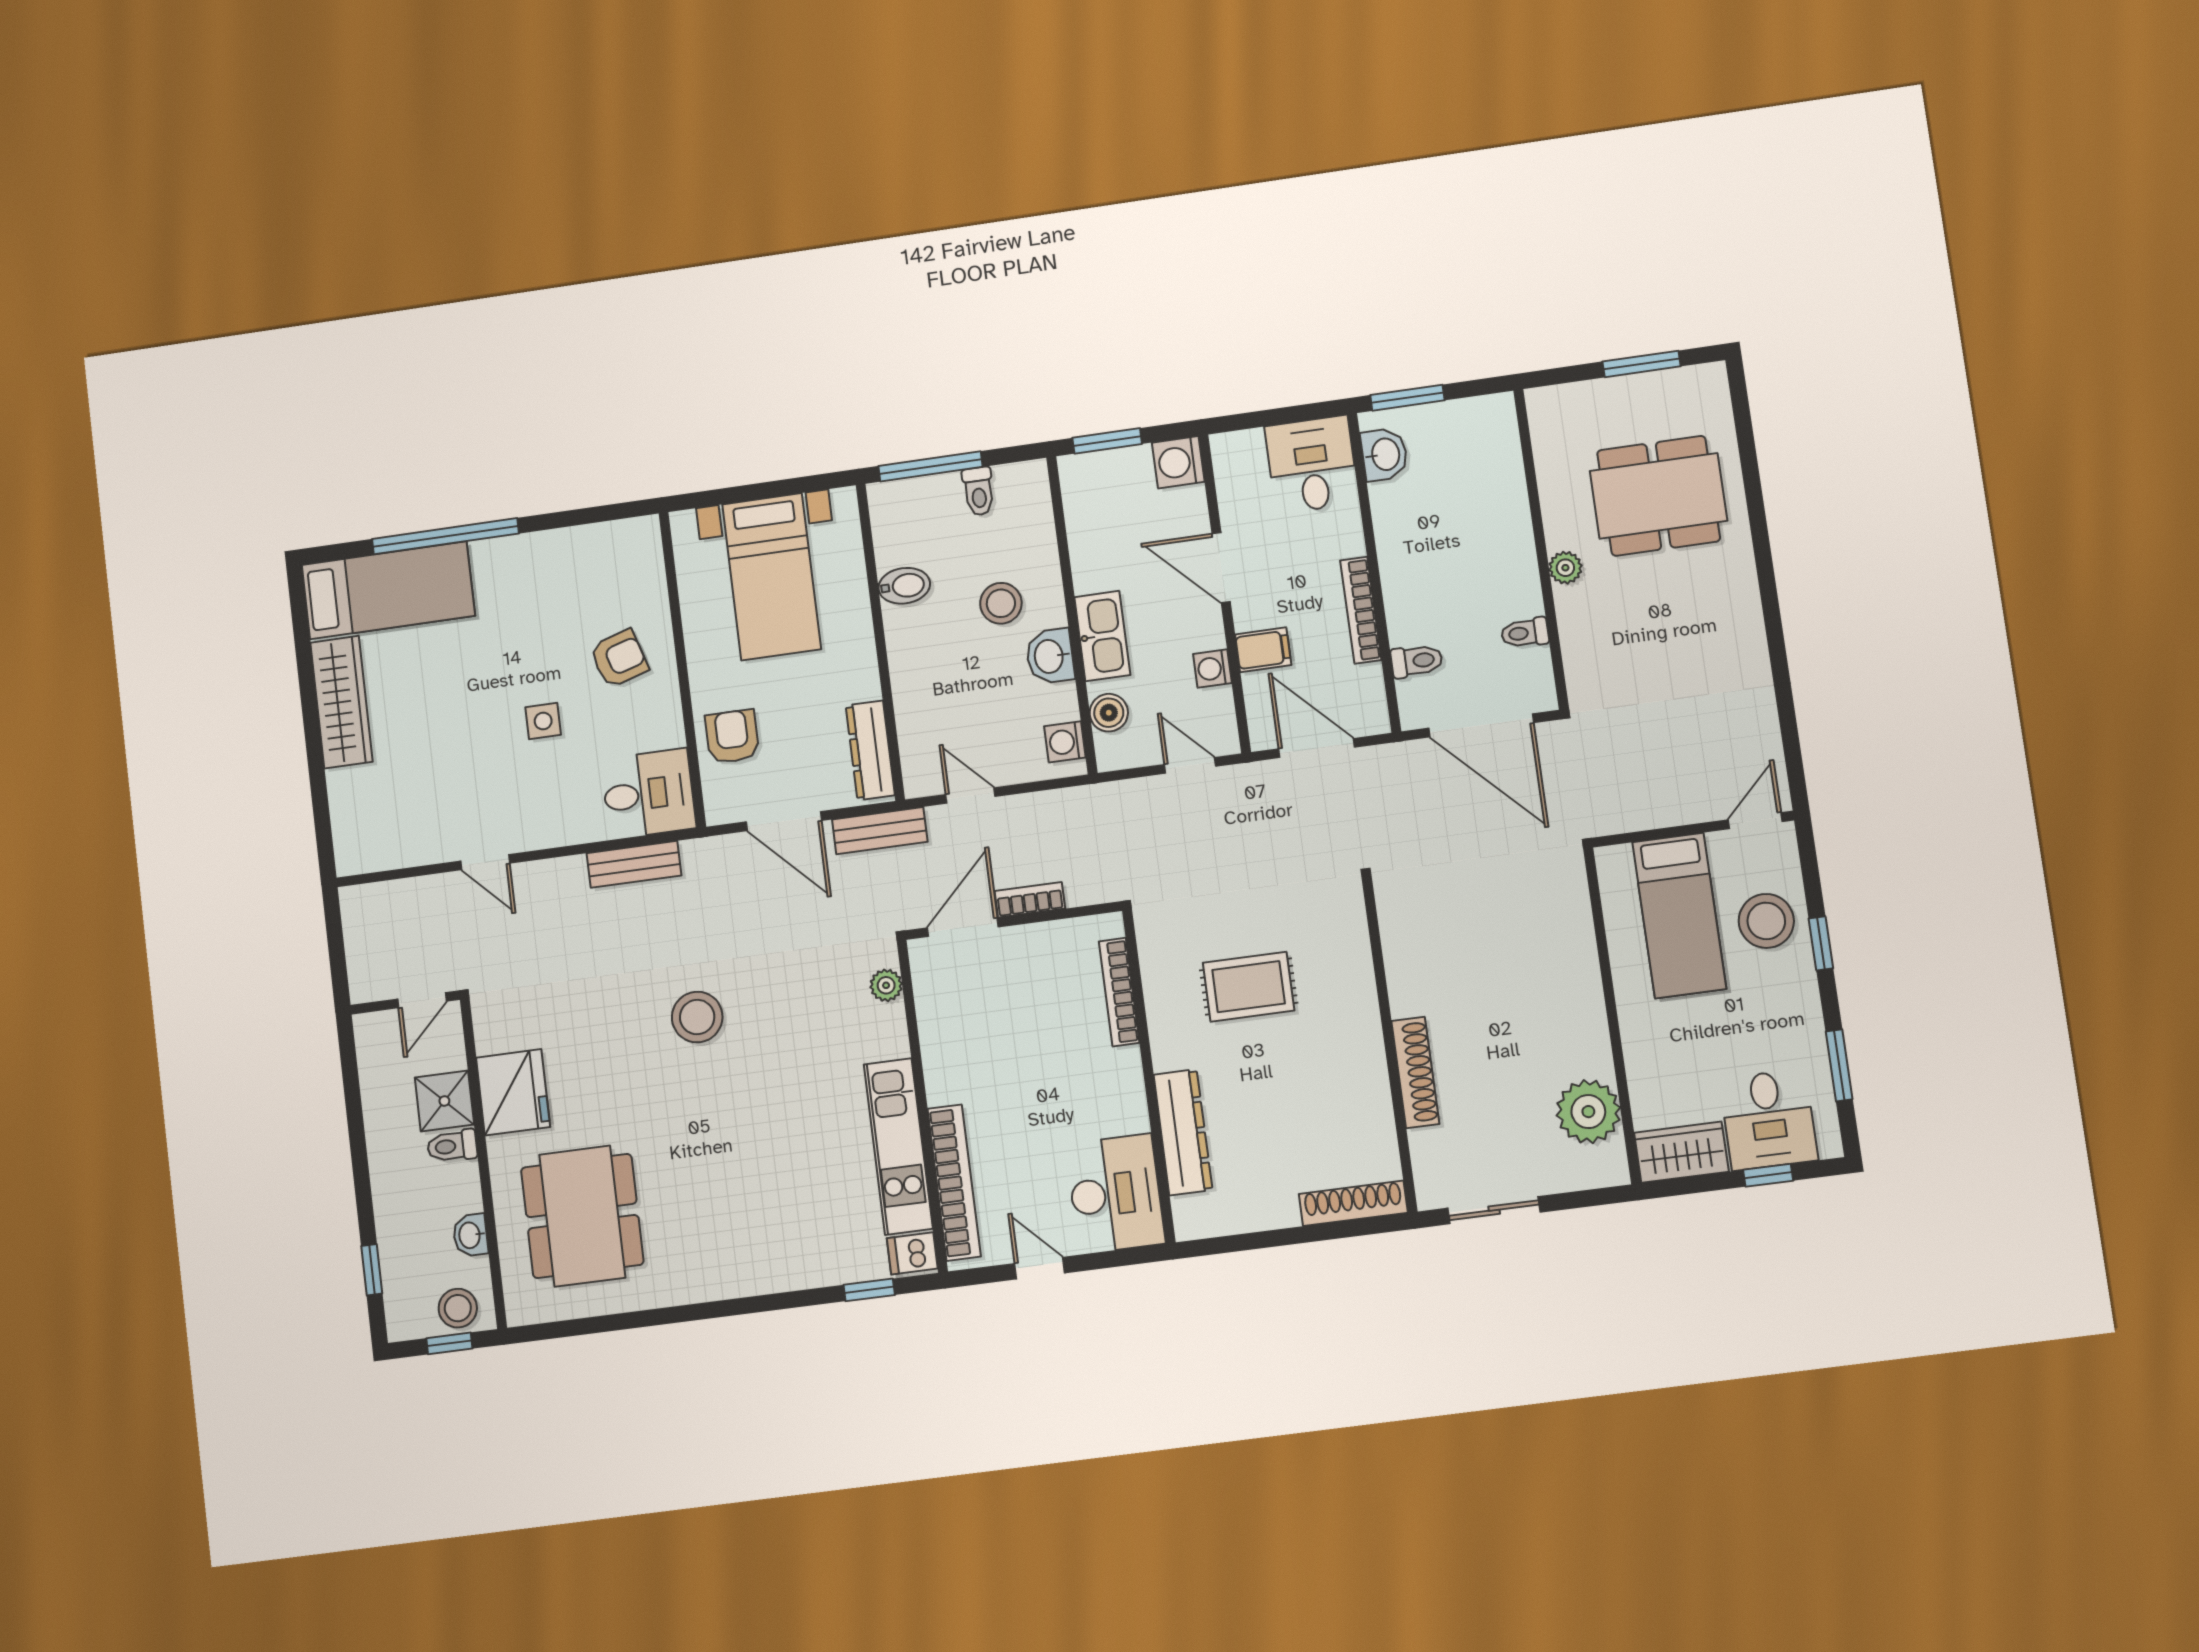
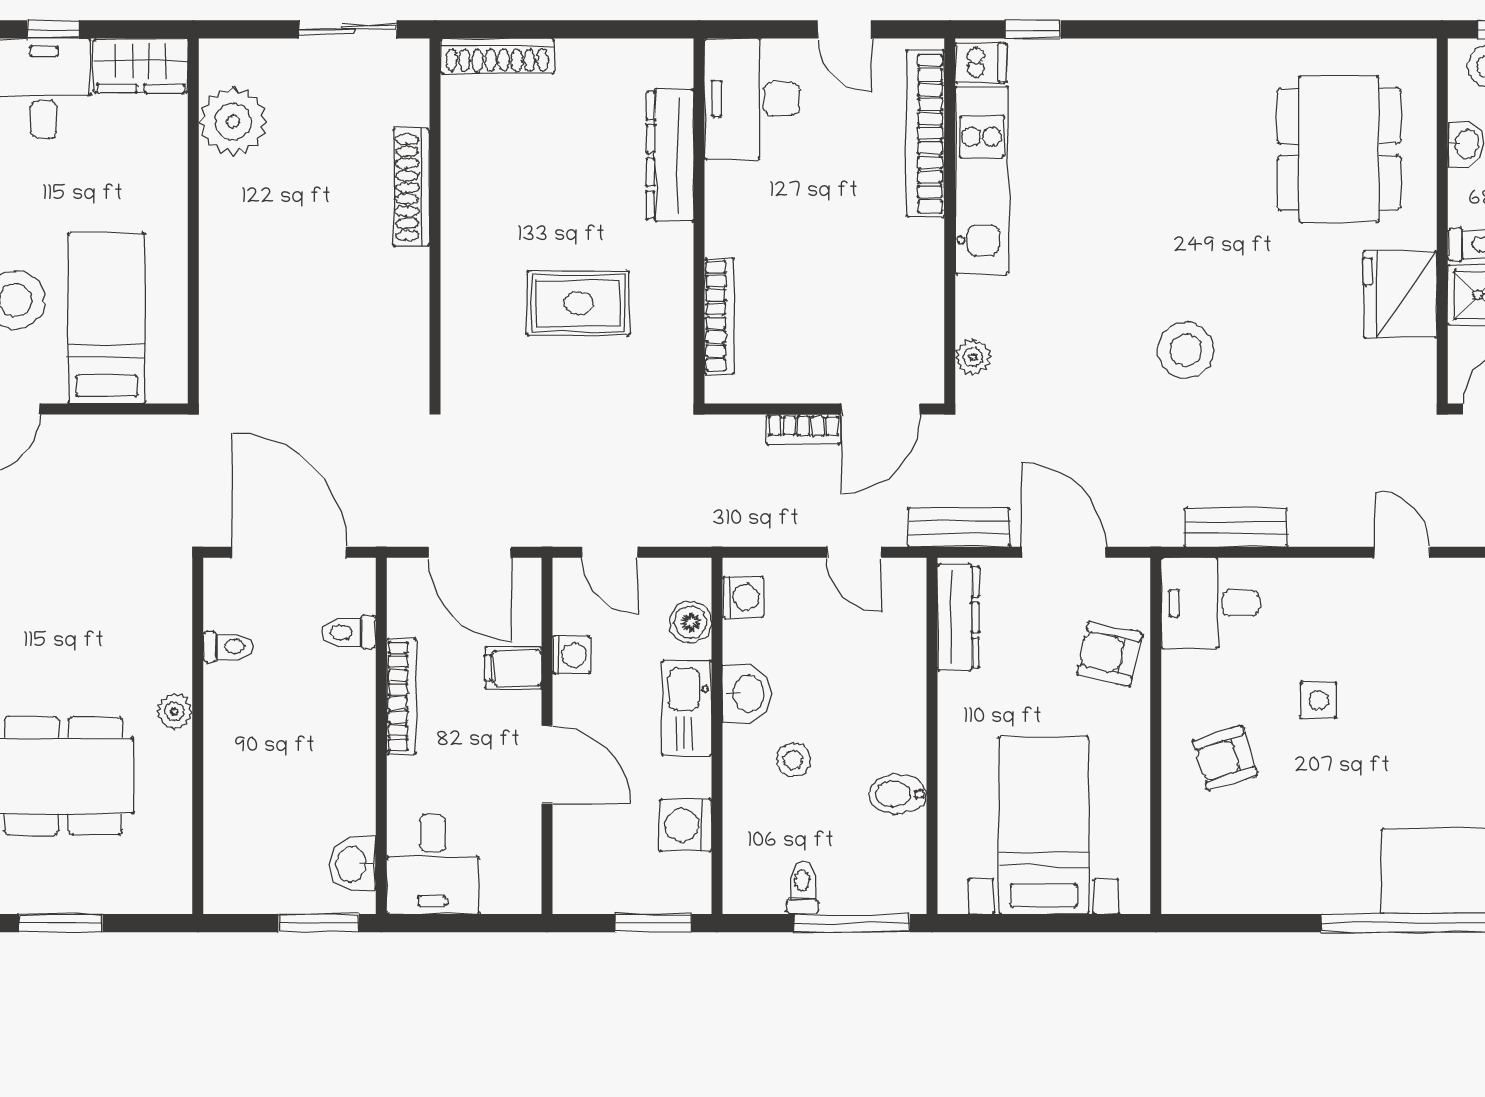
washing machine: (1178, 462) -> (686, 825), moved, turned 180
stool: (1001, 603) -> (793, 760), width x0.73, depth x0.73
armchair: (732, 737) -> (1109, 654), turned 103

